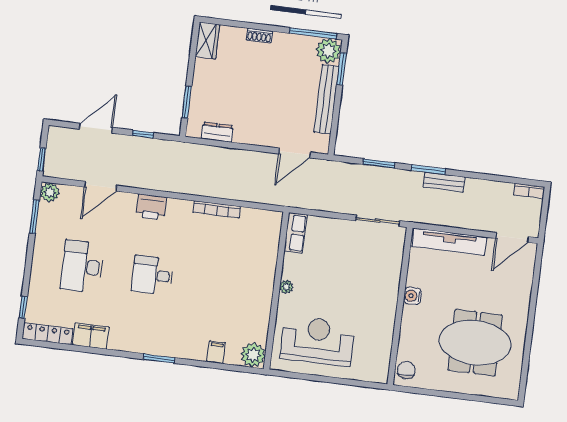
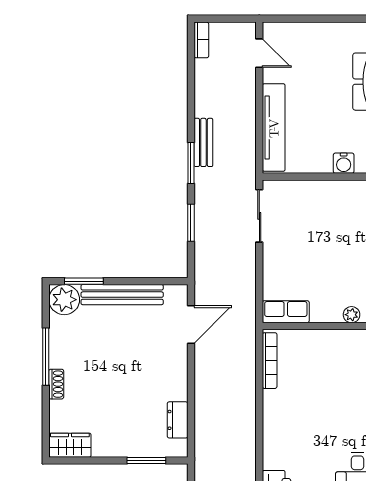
window: (313, 33) -> (46, 357), moved
door: (295, 153) -> (191, 324), hinge flipped
bookcase: (217, 209) -> (270, 361), moved
door: (512, 238) -> (259, 53), width x0.73

